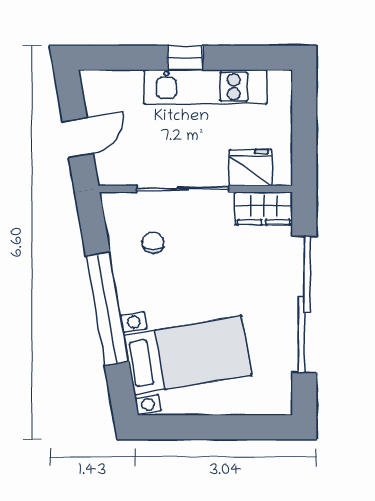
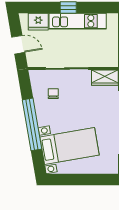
door: (78, 138) -> (18, 45), hinge flipped
fridge: (250, 168) -> (38, 22), moved, turned 180

